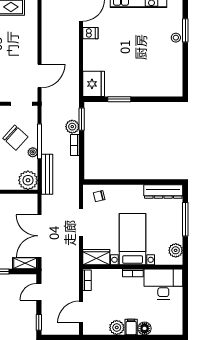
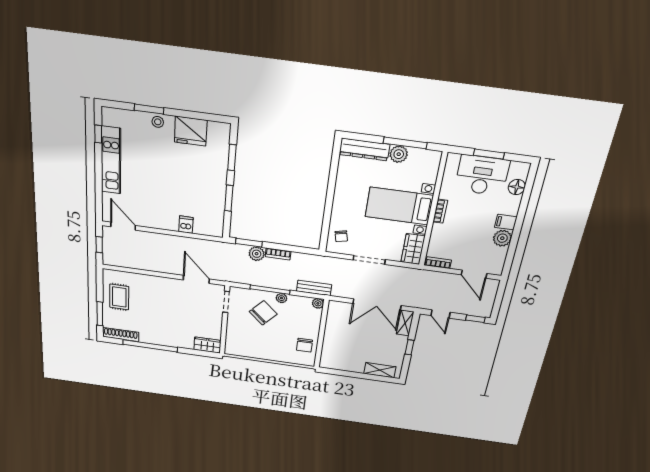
dishwasher: (90, 33) -> (186, 225), moved
fridge: (94, 84) -> (191, 131), moved, turned 180
window: (155, 99) -> (232, 158), added
bench: (47, 174) -> (314, 288), width x0.73
plant: (28, 180) -> (318, 303), width x0.53, depth x0.53
dresser: (163, 192) -> (364, 149), moved, turned 90
window: (185, 219) -> (405, 143), moved
plant: (176, 250) -> (399, 154), moved
desk: (163, 284) -> (482, 175), moved, turned 90
window: (185, 301) -> (489, 154), added
floor lamp: (145, 328) -> (517, 187), moved

